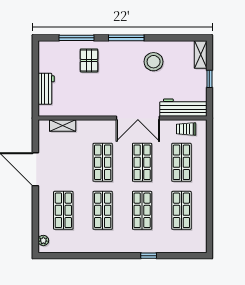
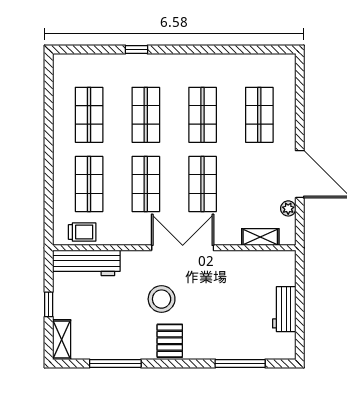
window: (126, 38) -> (115, 363), moved
pallet: (89, 60) -> (170, 341), moved
stool: (154, 62) -> (162, 299), moved
workbench: (46, 89) -> (284, 309), moved
double door: (138, 118) -> (183, 248), moved
plant: (43, 240) -> (288, 208), moved

